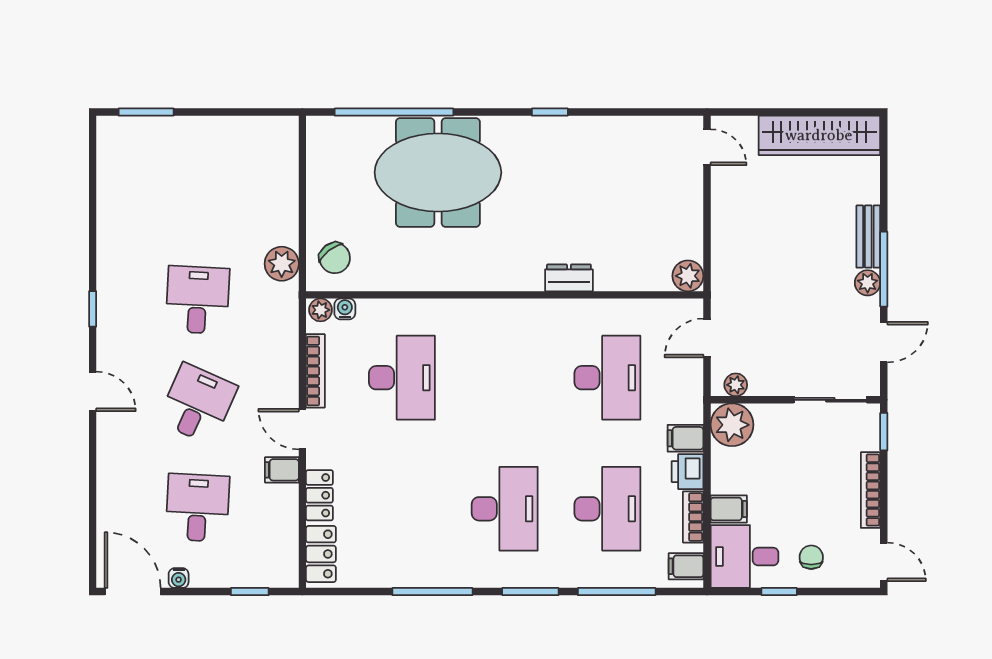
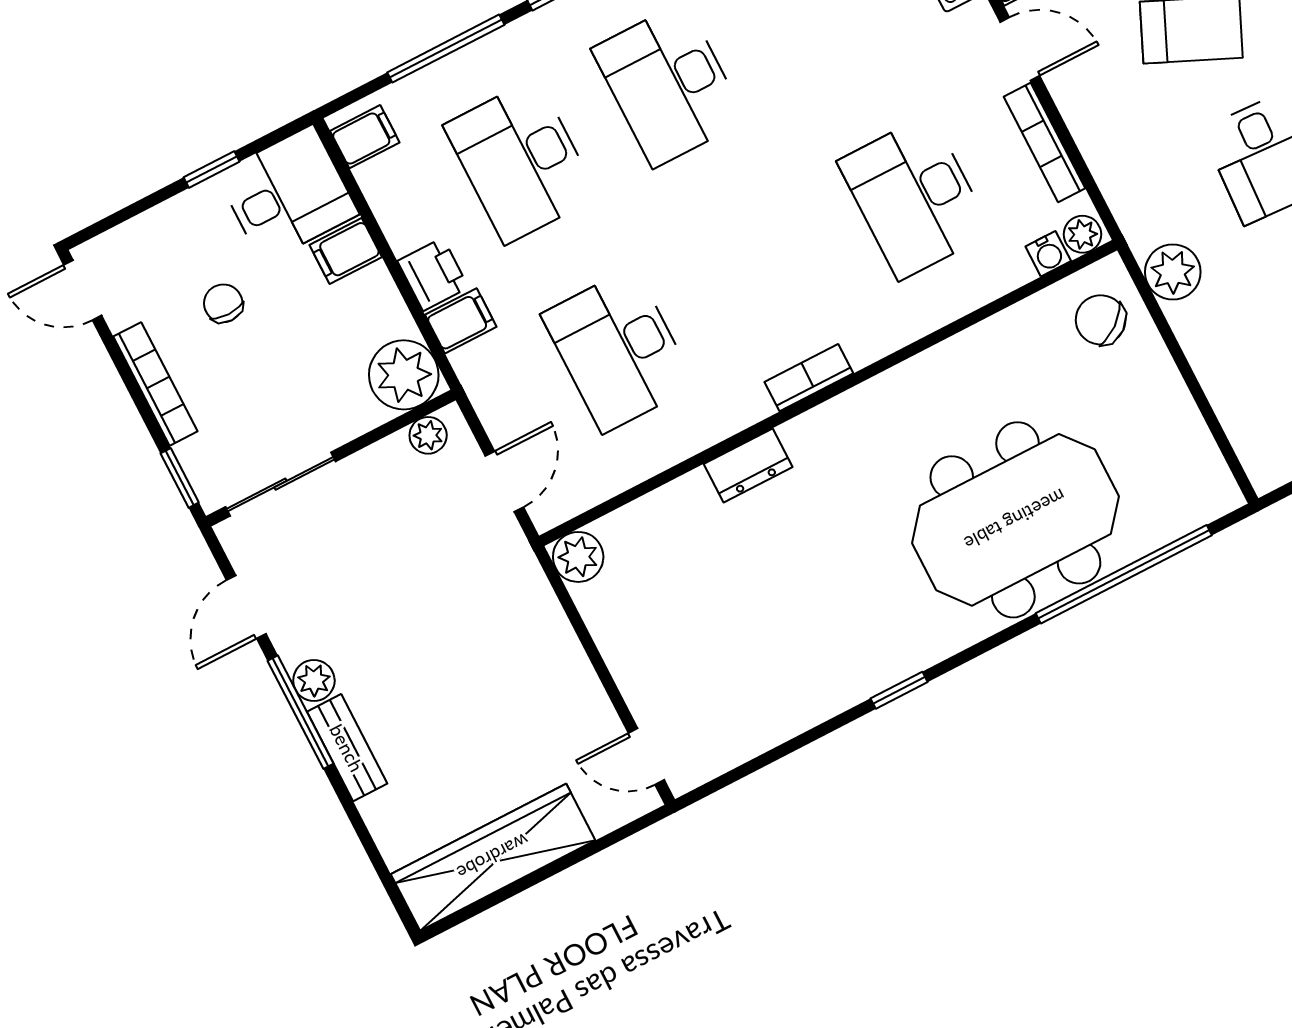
bookcase: (693, 517) -> (809, 378), moved, turned -90
chair: (811, 557) -> (223, 303), moved, turned 180

